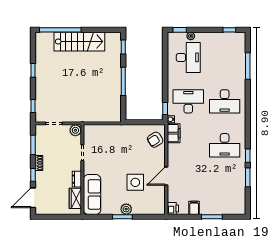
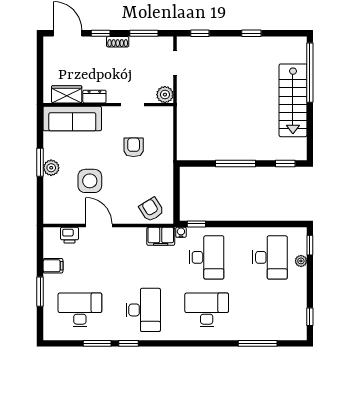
desk: (188, 57) -> (270, 257), turned -90
desk: (225, 101) -> (207, 310), turned 90
desk: (225, 145) -> (143, 310), turned 180
armchair: (112, 152) -> (134, 147), added
desk: (225, 189) -> (80, 310), added
printer: (173, 209) -> (69, 235), moved

